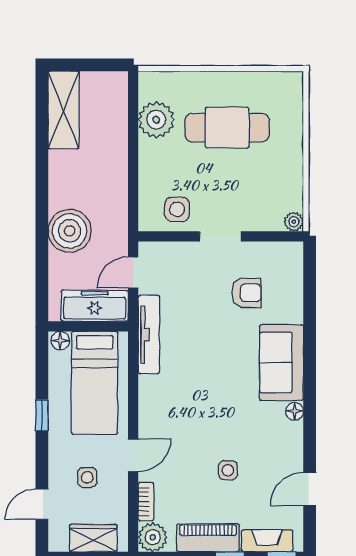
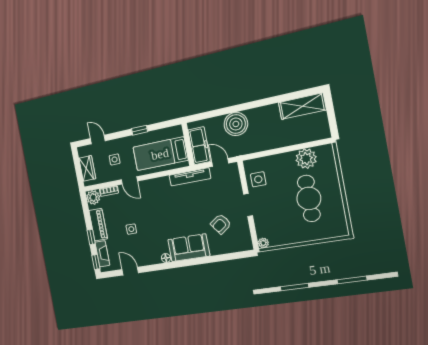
armchair: (247, 293) -> (221, 224), turned 54
floor lamp: (60, 341) -> (178, 131), removed

